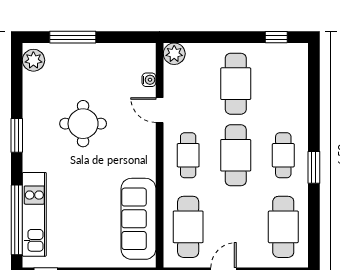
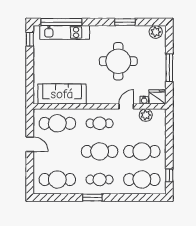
window: (73, 37) -> (169, 68), moved
plant: (174, 54) -> (146, 115), moved
fridge: (144, 57) -> (158, 97), added
cafe table: (283, 84) -> (142, 180), added
round table: (83, 124) -> (118, 61), width x1.36, depth x1.36
window: (17, 135) -> (125, 22), moved

